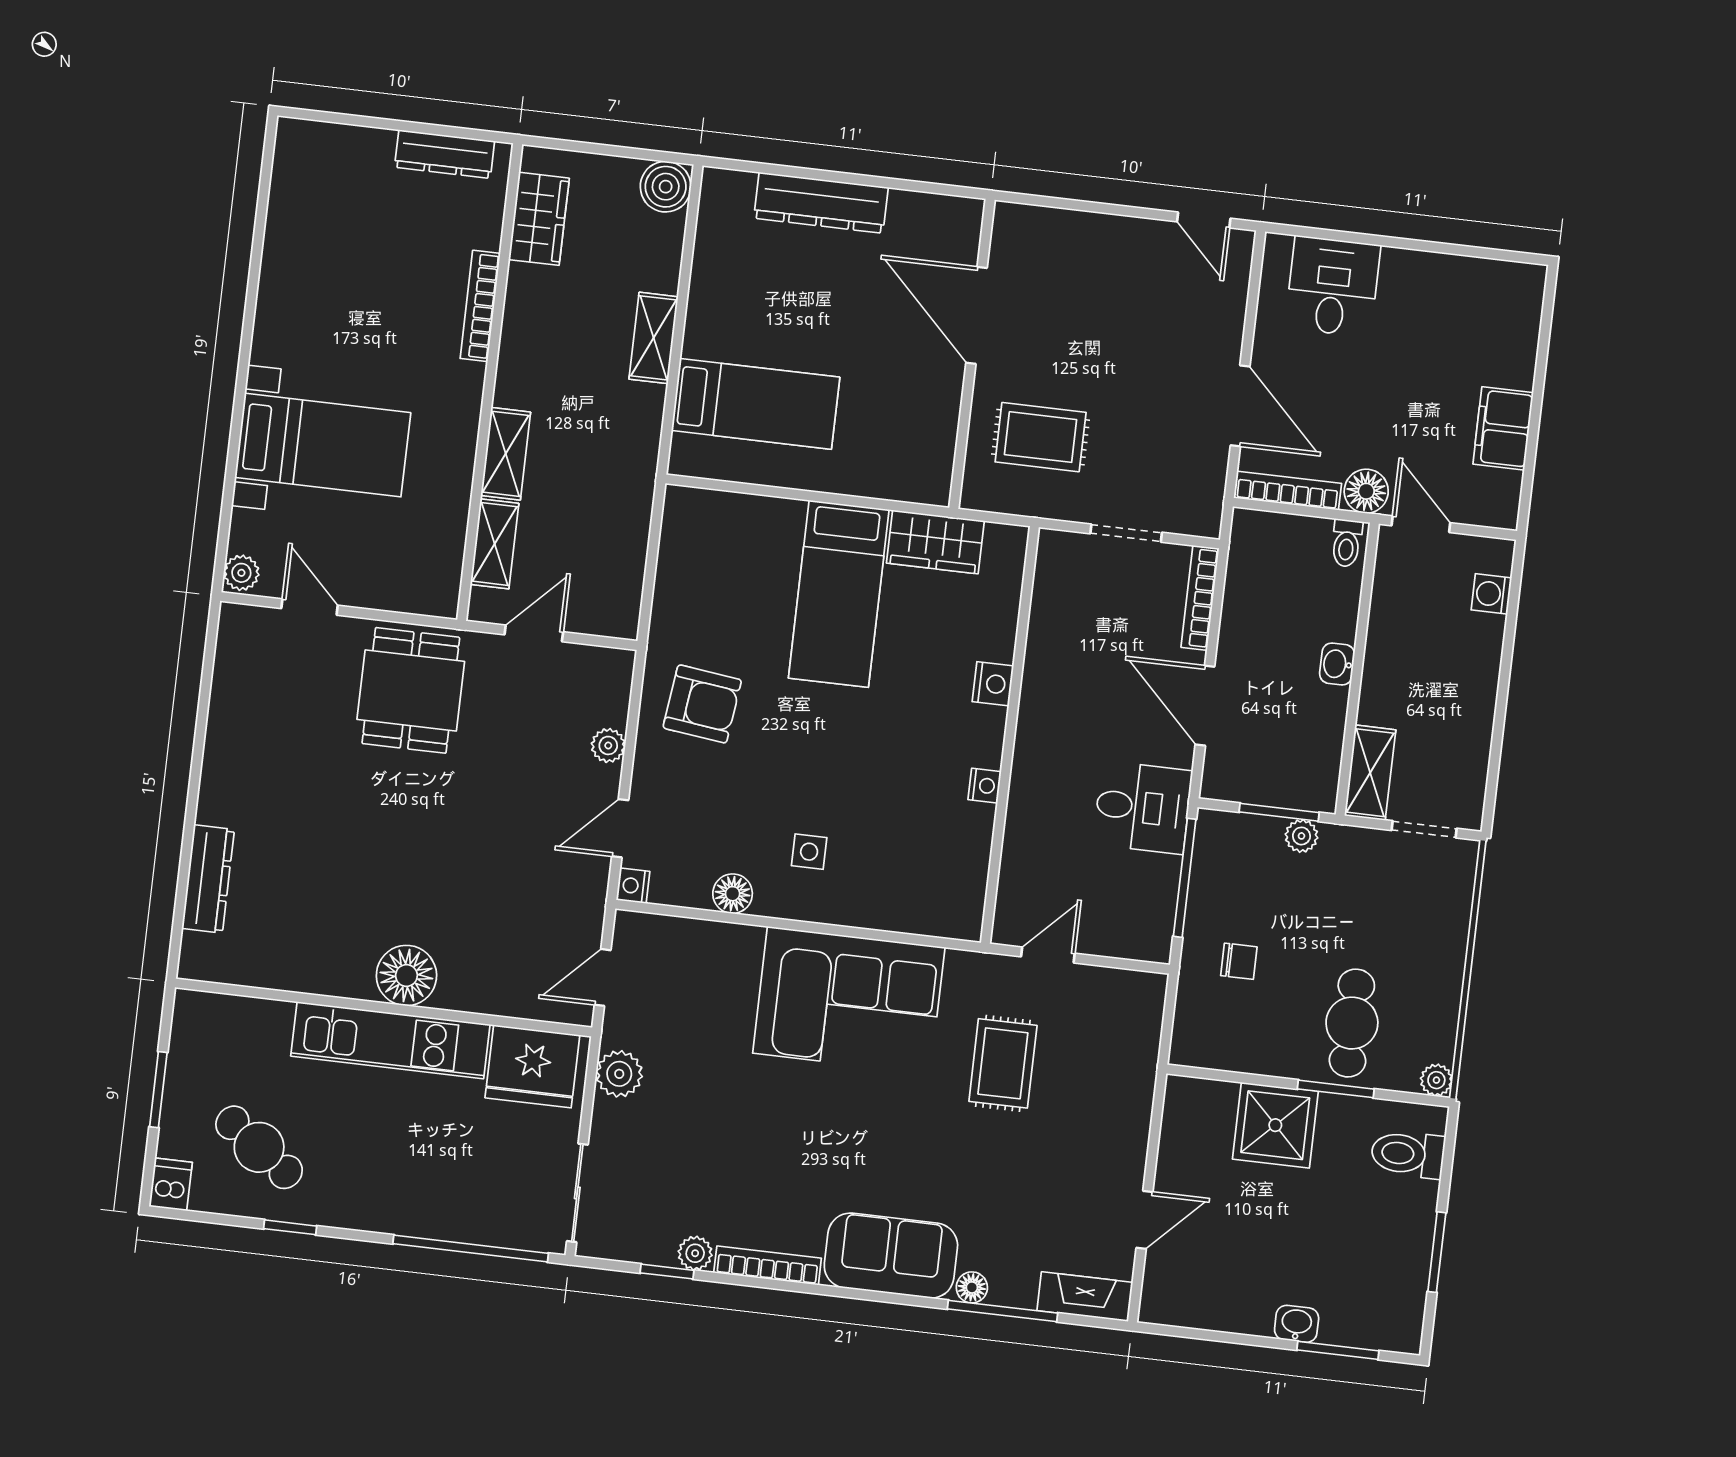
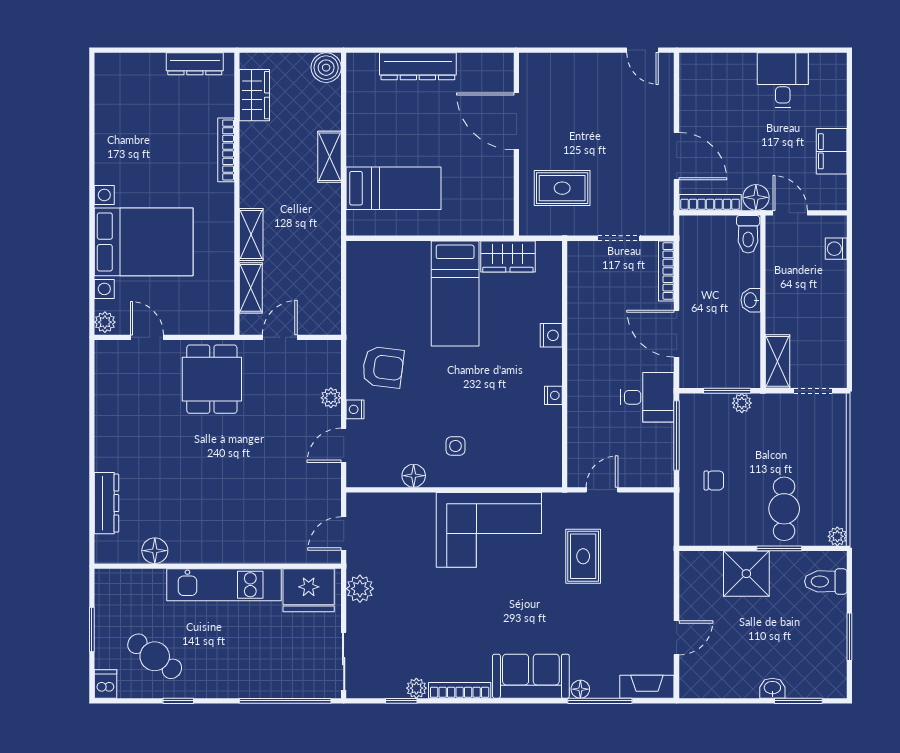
desk: (1333, 286) -> (783, 80), moved
bed with nightstands: (323, 445) -> (144, 242), width x1.36
toilet: (1347, 543) -> (748, 234), width x1.37, depth x1.39
nightstand: (633, 886) -> (355, 409), moved
floor lamp: (406, 976) -> (155, 551), moved, width x0.73, depth x0.73

